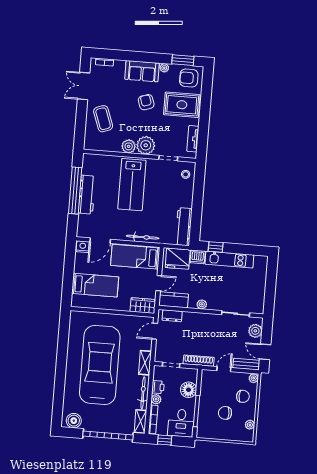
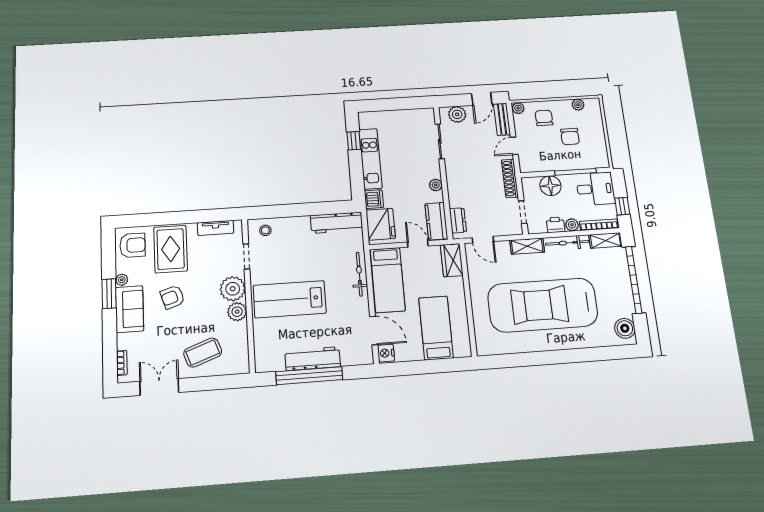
window: (183, 60) -> (109, 294), moved
armchair: (189, 78) -> (133, 245), turned -90
double door: (84, 86) -> (159, 387), swing flipped
lab bench: (132, 185) -> (290, 299), turned 180
window: (216, 247) -> (354, 141), moved
door: (224, 369) -> (514, 146), hinge flipped

